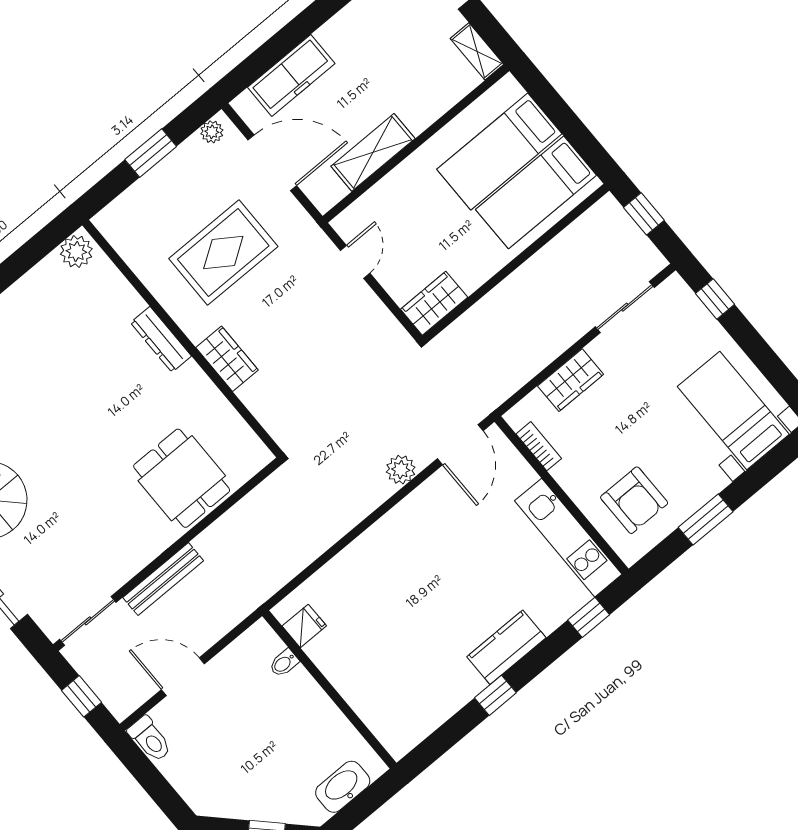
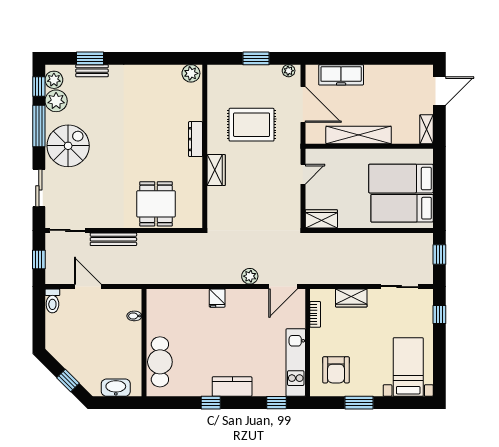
shelving: (373, 152) -> (359, 135), width x1.47
fridge: (304, 626) -> (217, 298), moved, turned 90
cafe table: (375, 698) -> (160, 362), added

